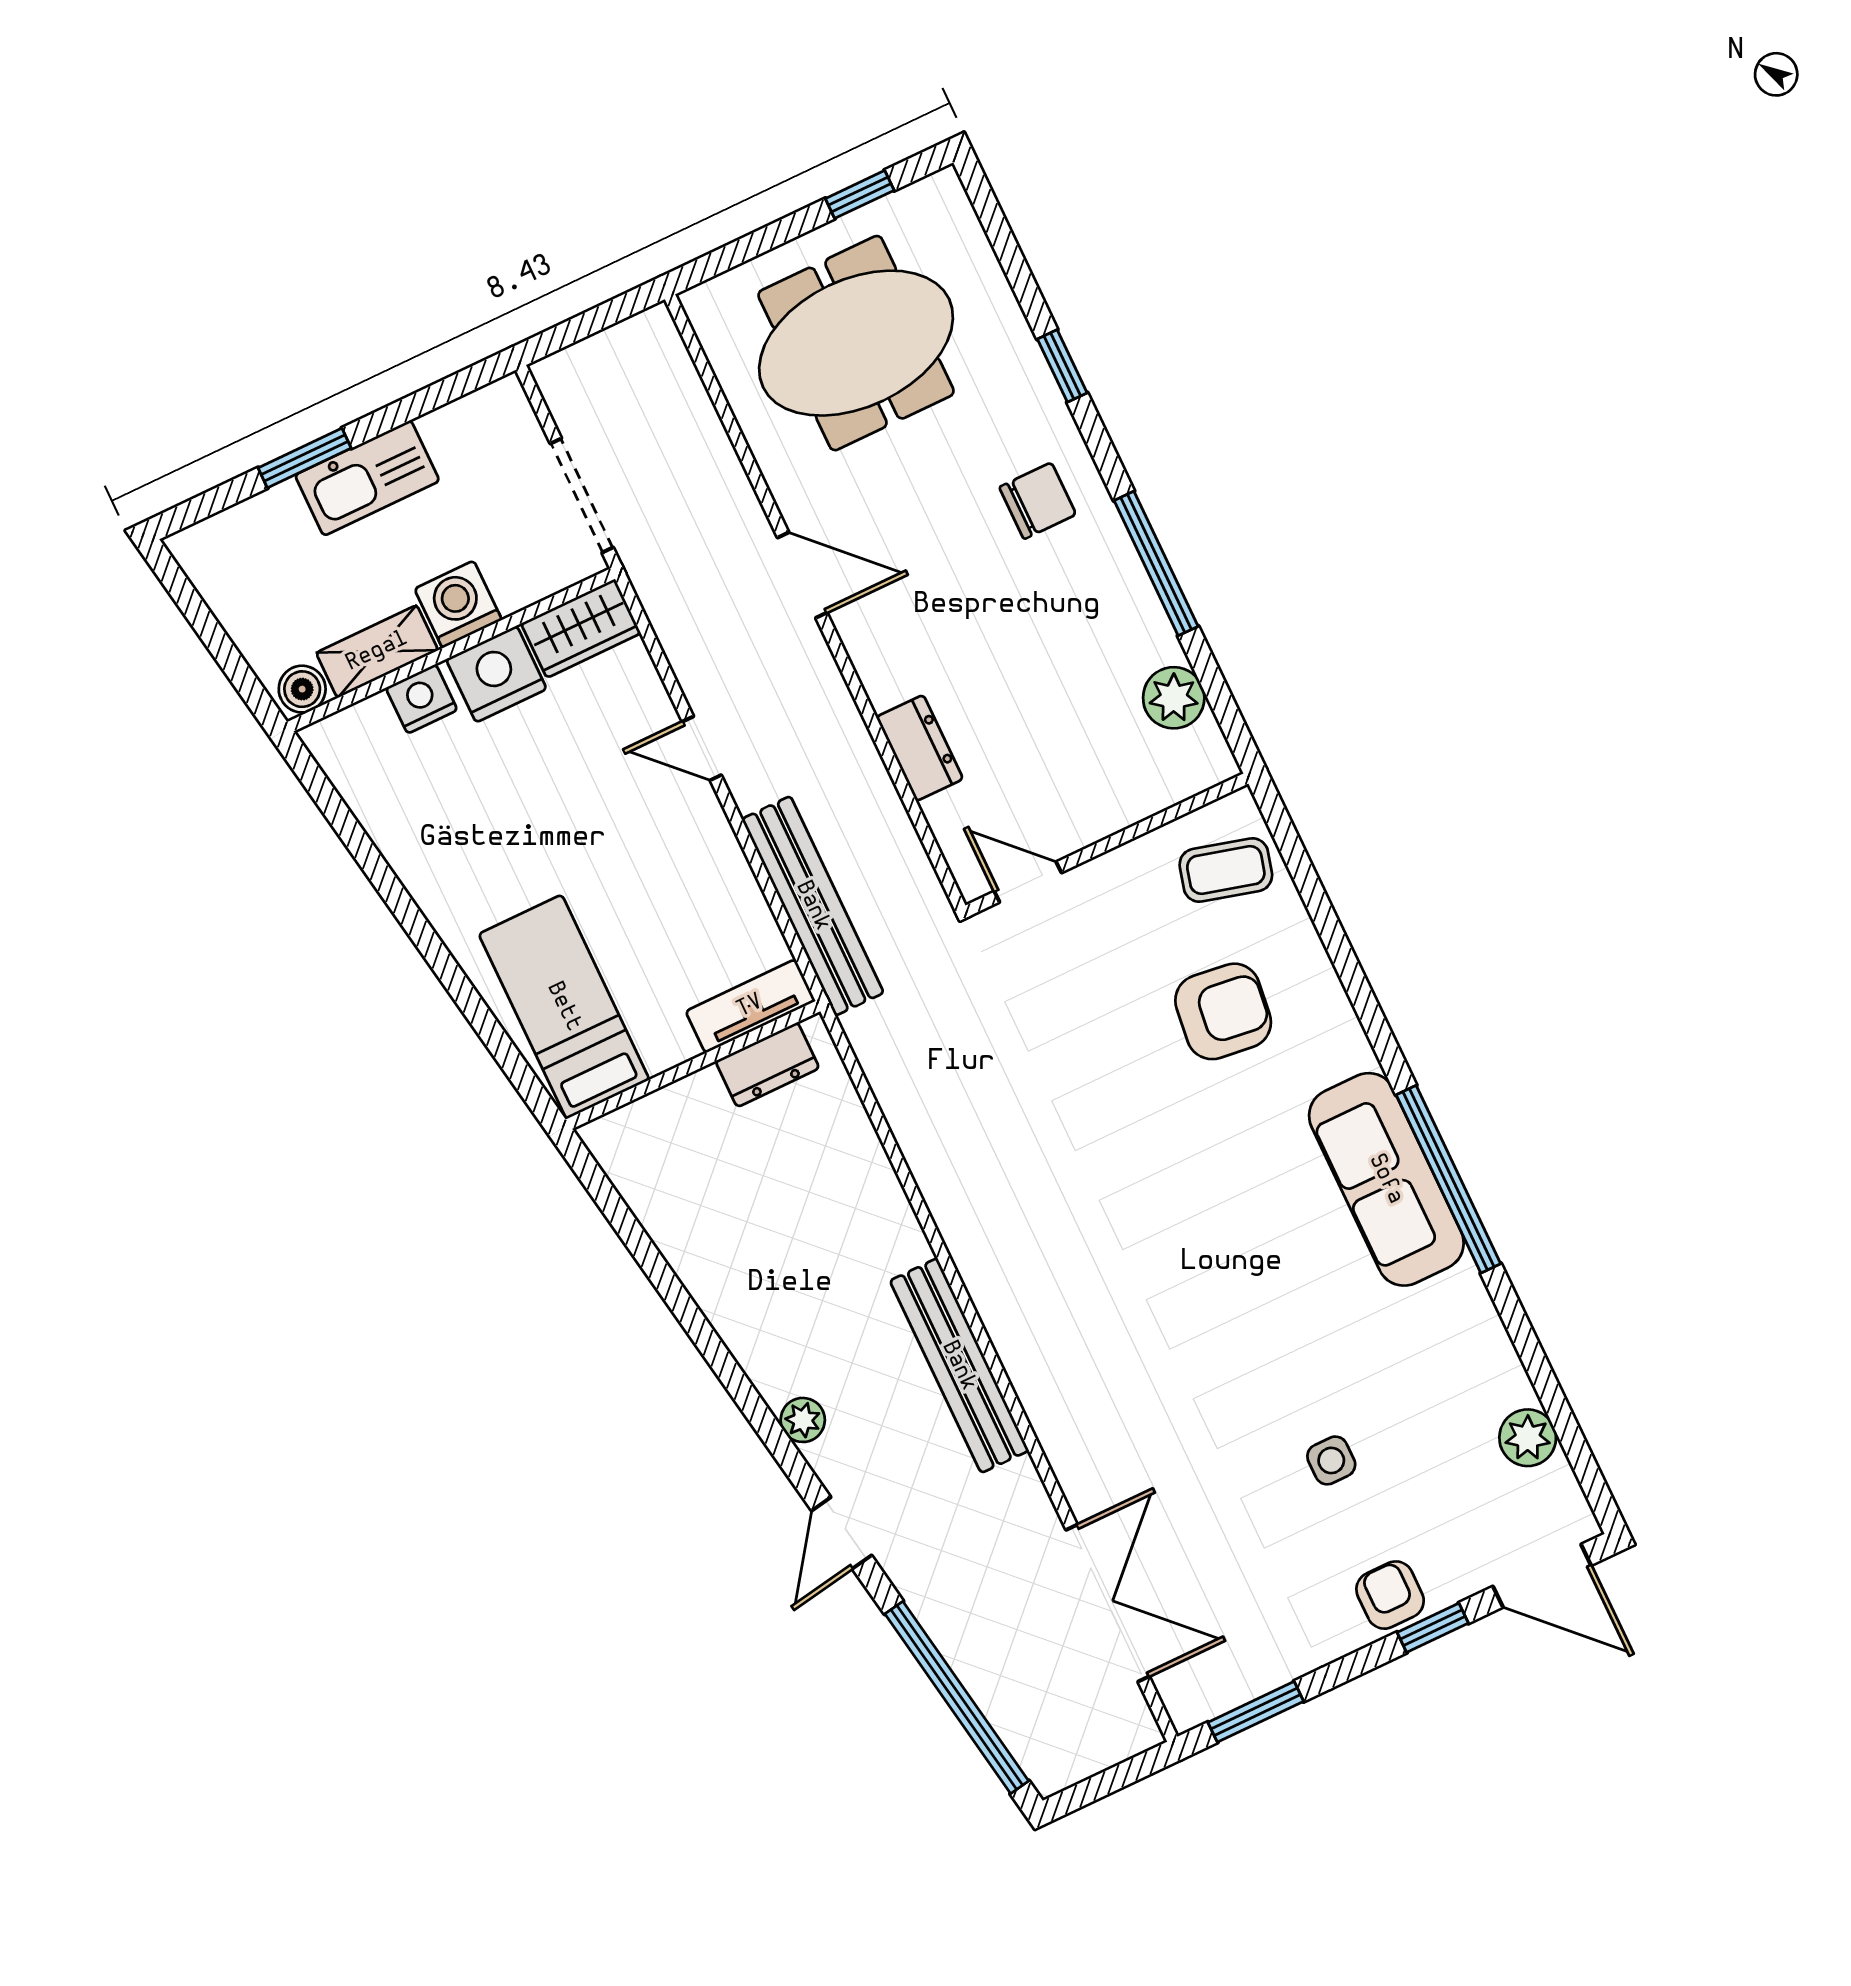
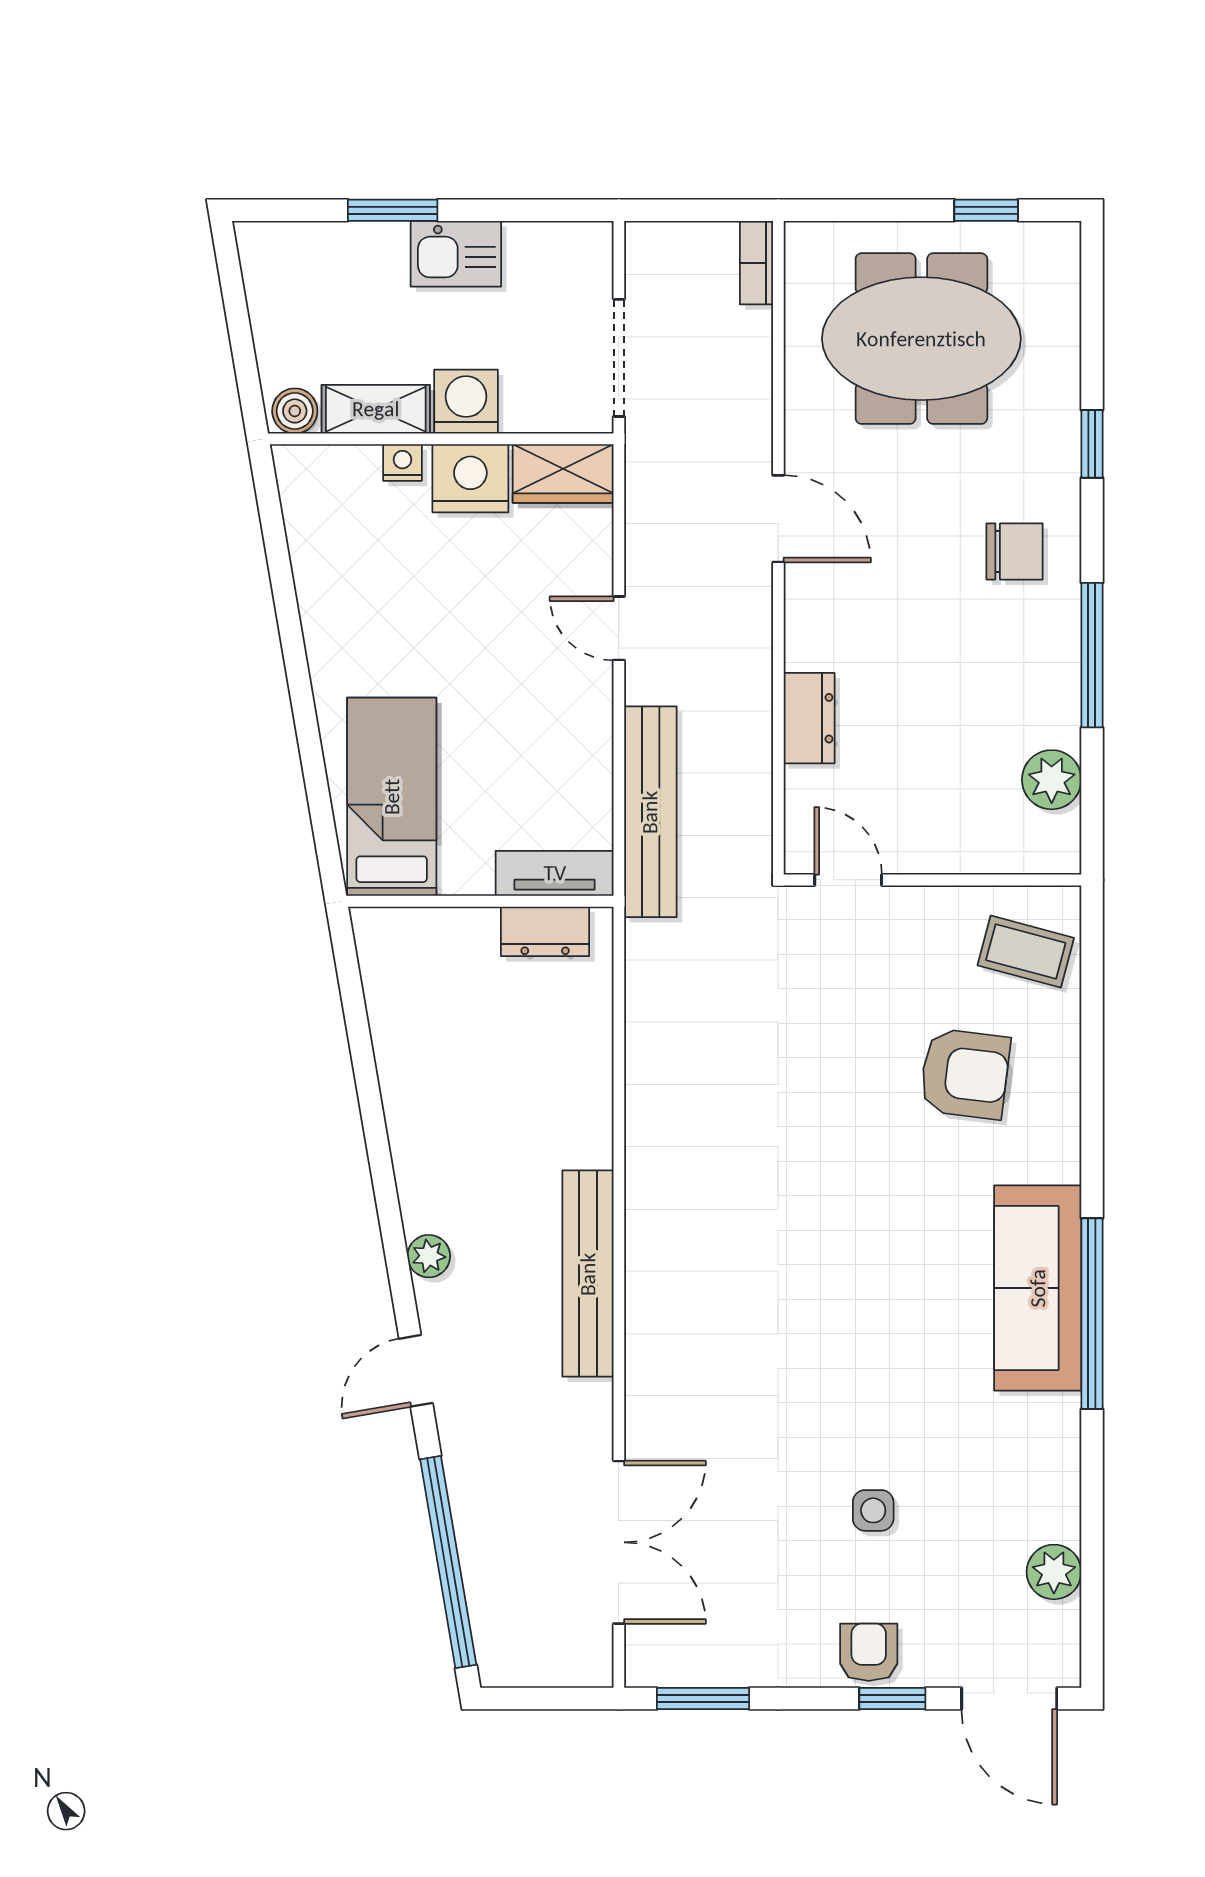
bookcase: (668, 346) -> (756, 263), added
kitchen sink: (367, 478) -> (456, 254), width x0.73
nightstand: (422, 699) -> (402, 463), width x0.72, depth x0.74

